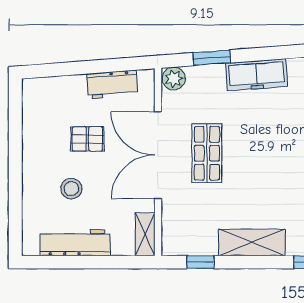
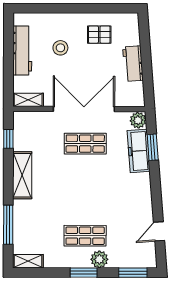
freezer: (257, 75) -> (139, 151), moved
workbench: (112, 85) -> (133, 64), moved
pallet: (87, 139) -> (99, 35), moved, turned 90

